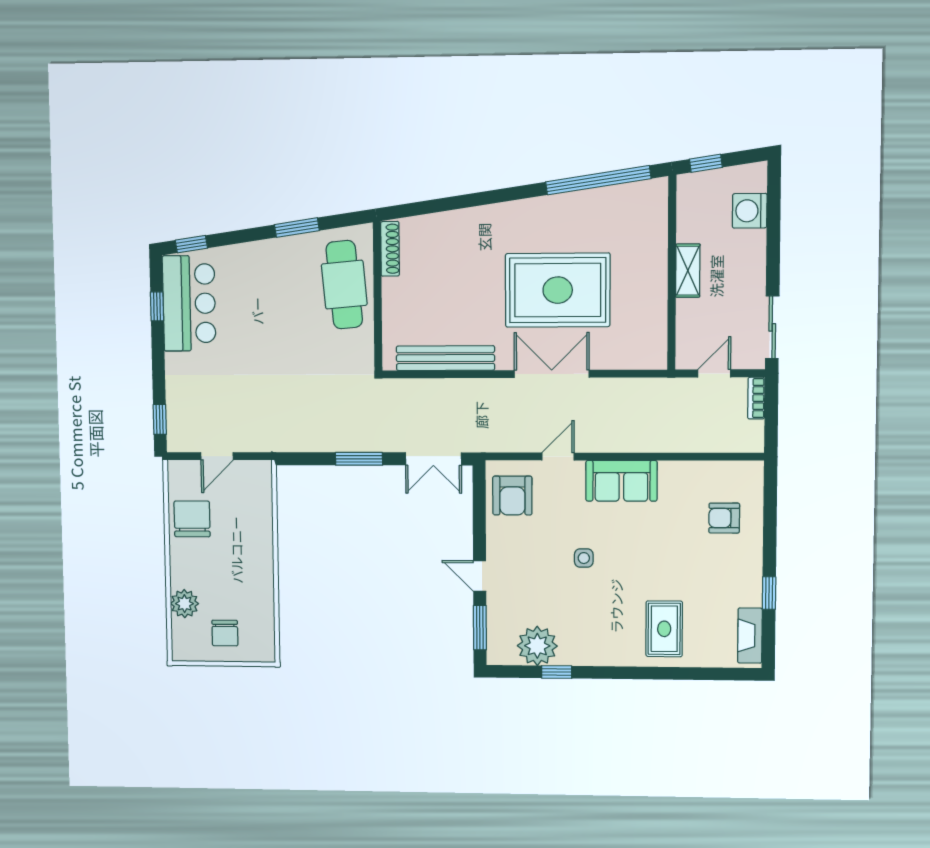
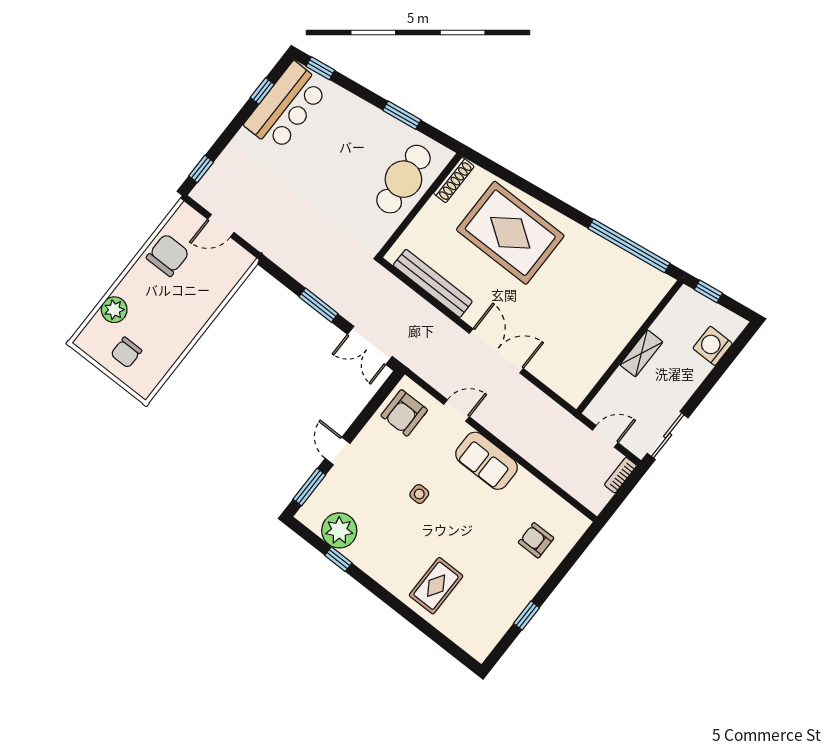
rug: (558, 290) -> (510, 233), moved
fireplace: (750, 636) -> (491, 635), removed

